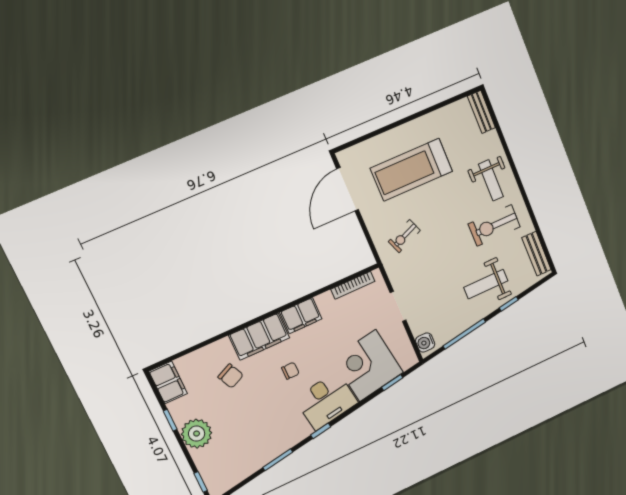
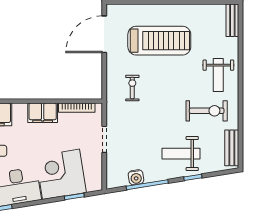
treadmill: (411, 170) -> (159, 41), turned 180
exercise bike: (494, 225) -> (207, 111), turned 180
exercise bike: (404, 236) -> (132, 88), turned 112
filing cabinet: (301, 316) -> (43, 113), moved
water cooler: (425, 342) -> (136, 177), moved, turned -99

